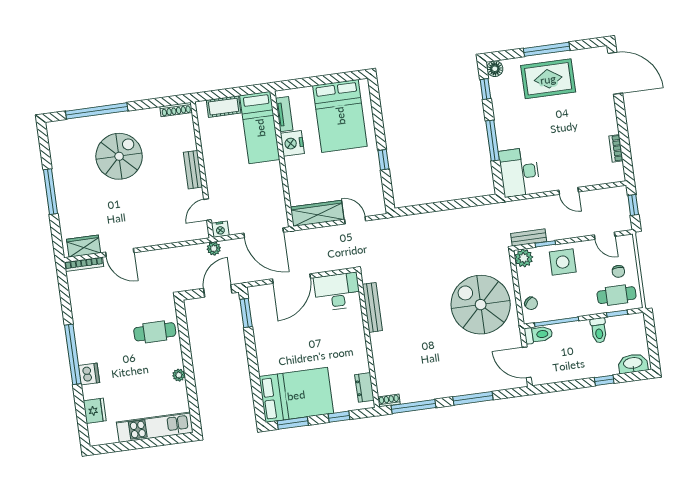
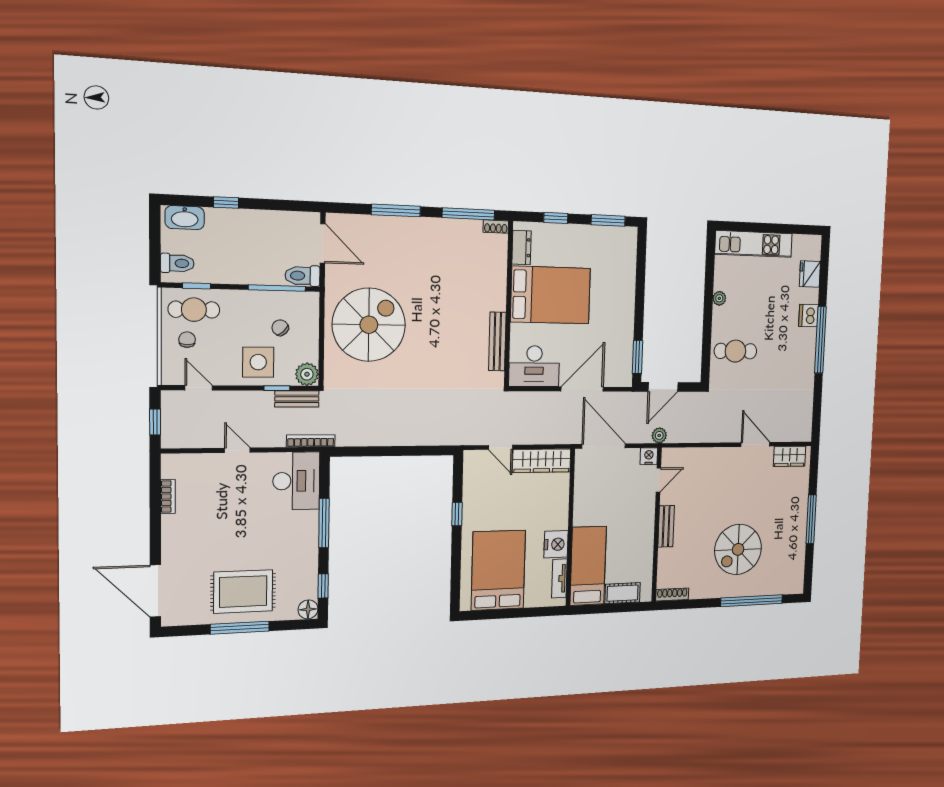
bookcase: (84, 264) -> (311, 441), moved
chair: (531, 303) -> (280, 328), moved
spiral stairs: (481, 305) -> (369, 325), turned -90
toilet: (599, 330) -> (177, 263), moved, turned 90
bed: (296, 395) -> (551, 295), moved, turned 180

